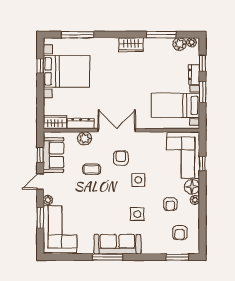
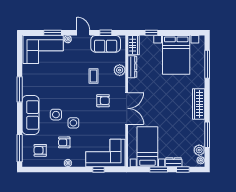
wardrobe: (131, 45) -> (199, 104), width x1.50
window: (40, 66) -> (151, 33), moved
double door: (117, 130) -> (127, 108), moved
side table: (138, 180) -> (73, 123), moved
floor lamp: (192, 187) -> (79, 161), removed
sofa: (117, 244) -> (30, 115), moved
window: (177, 257) -> (20, 148), width x1.44

